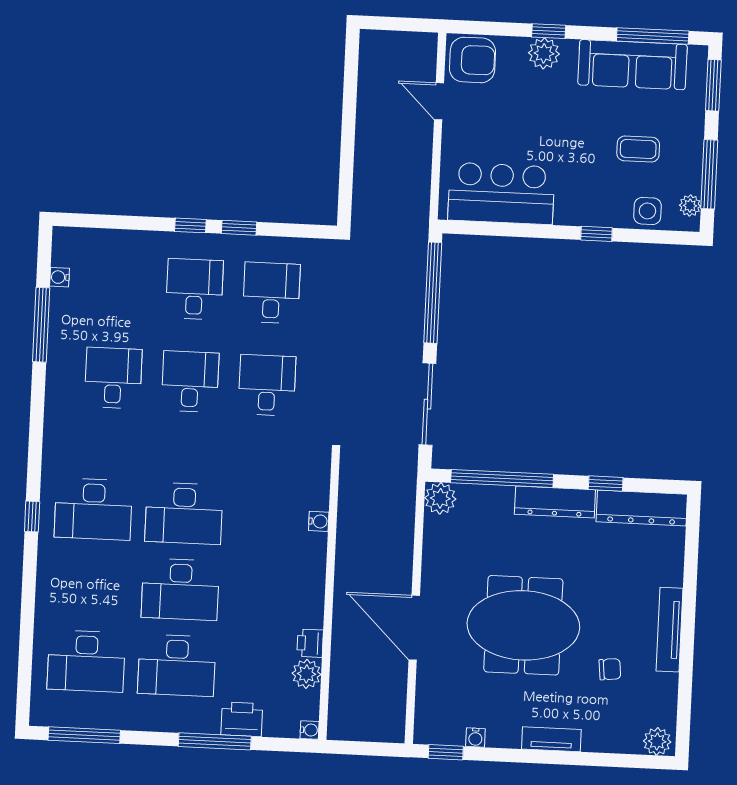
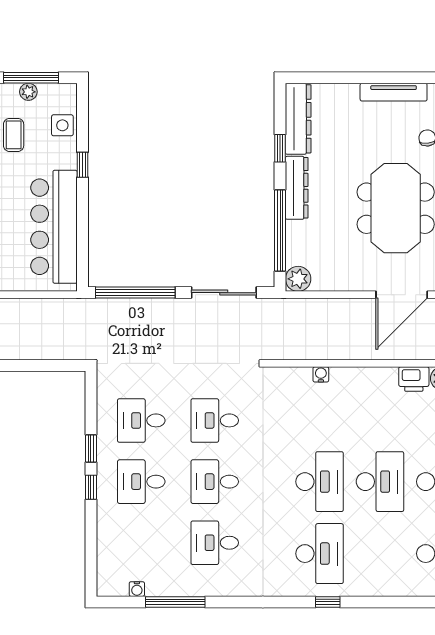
bar counter: (501, 193) -> (54, 227), width x1.36
plant: (690, 206) -> (28, 92), moved
printer: (310, 643) -> (414, 379), width x1.36, depth x1.24

